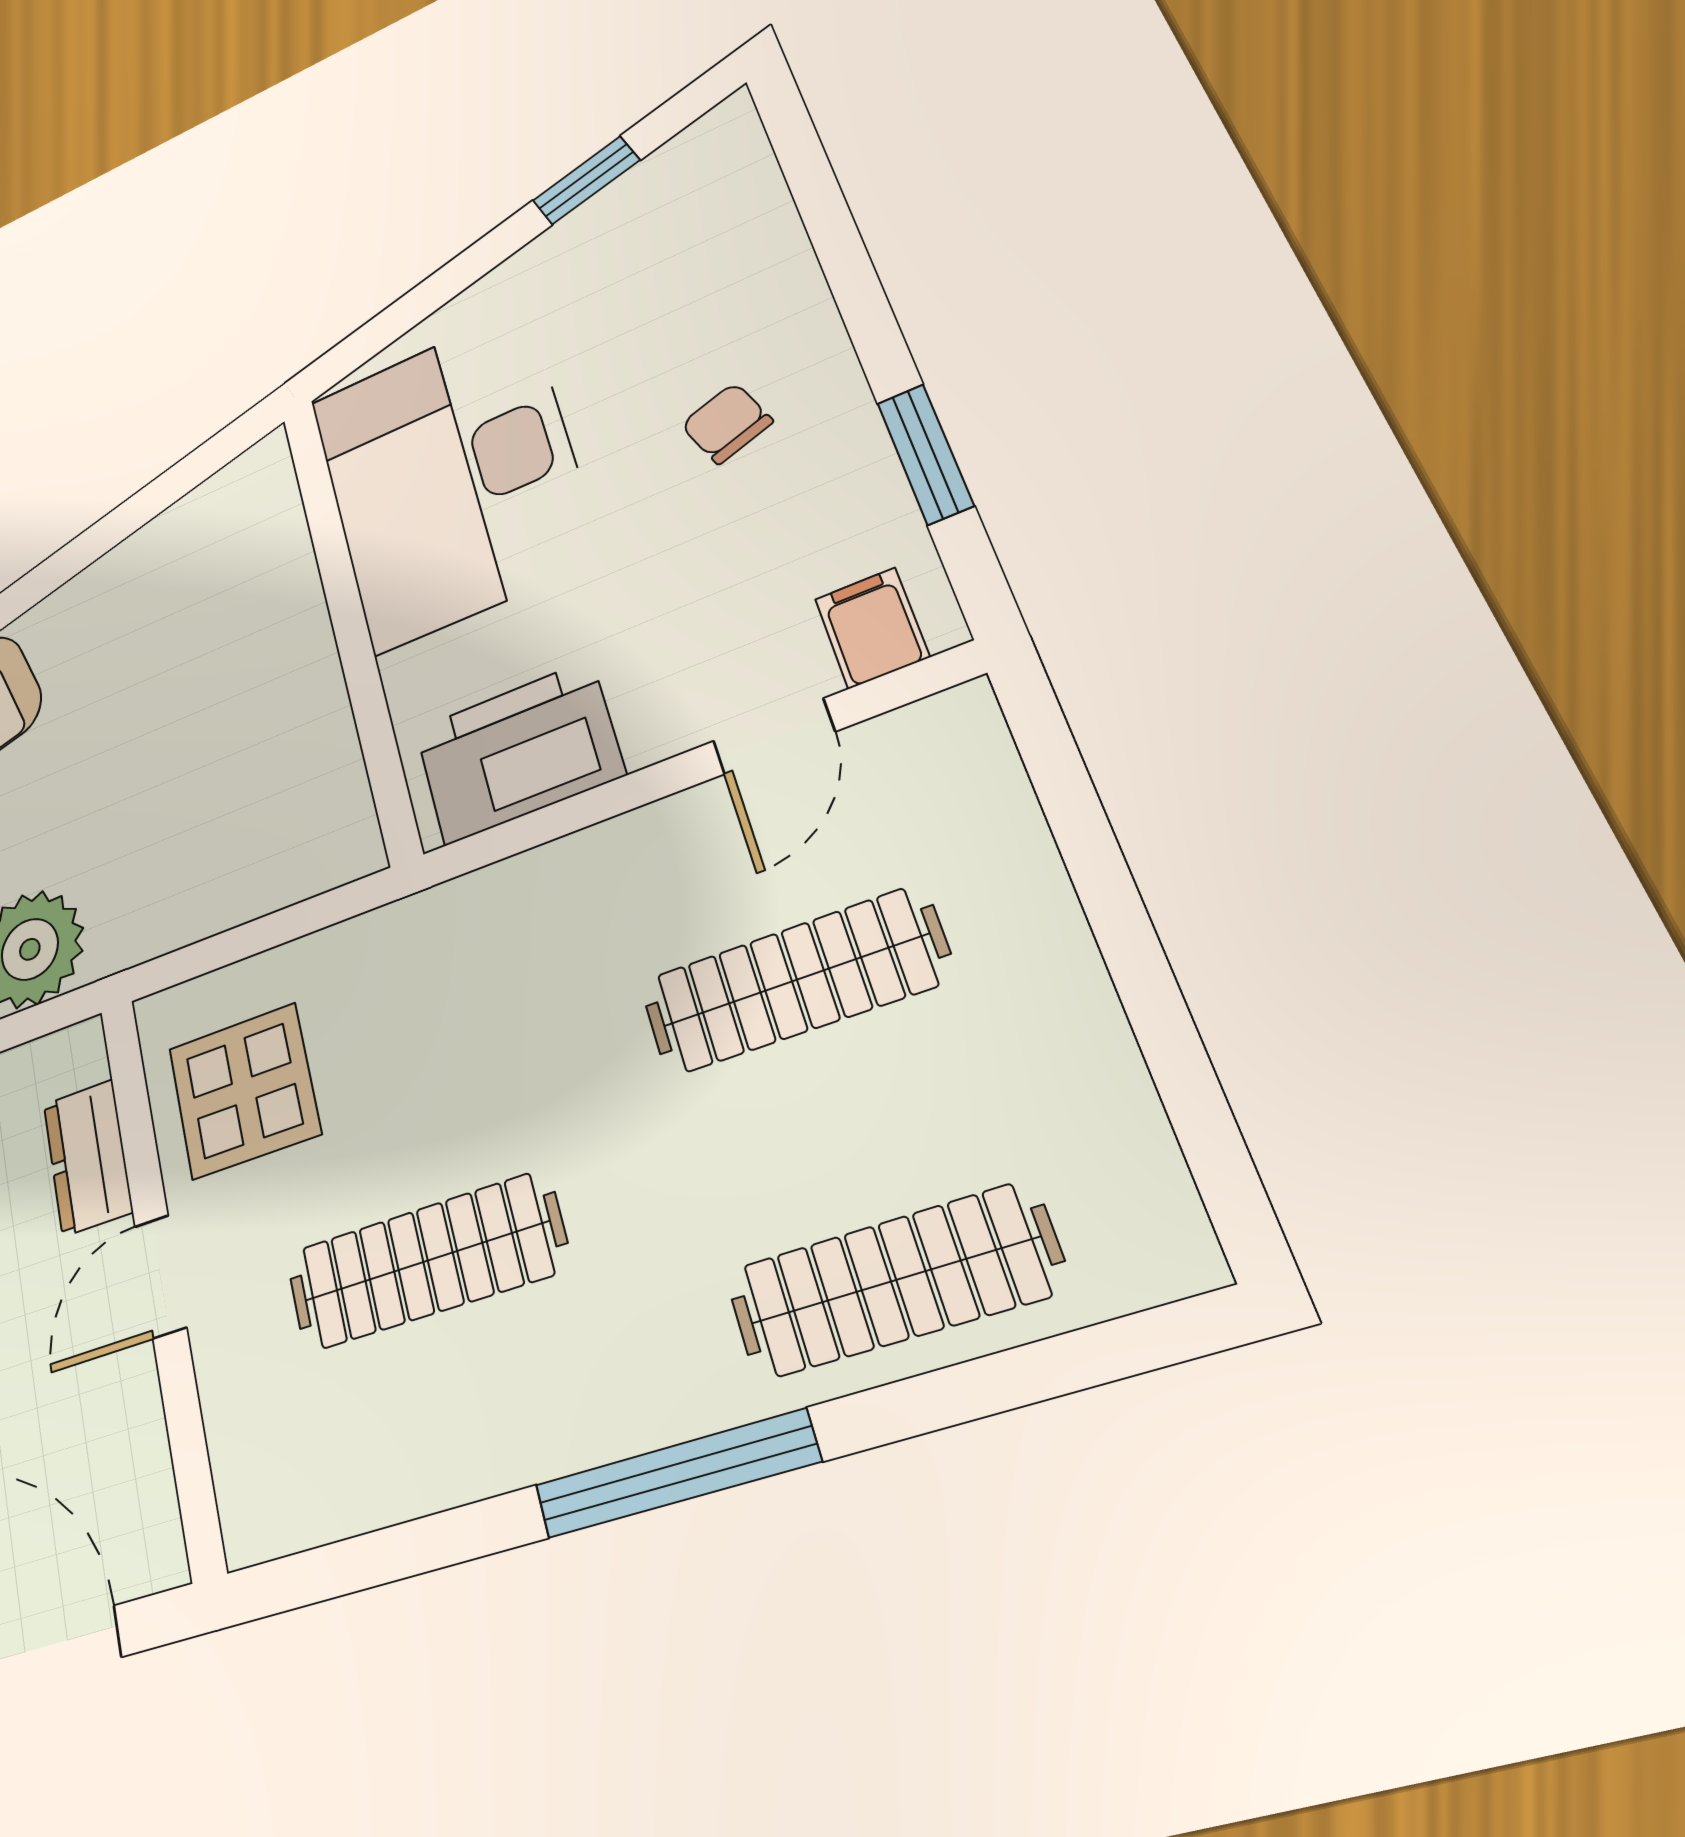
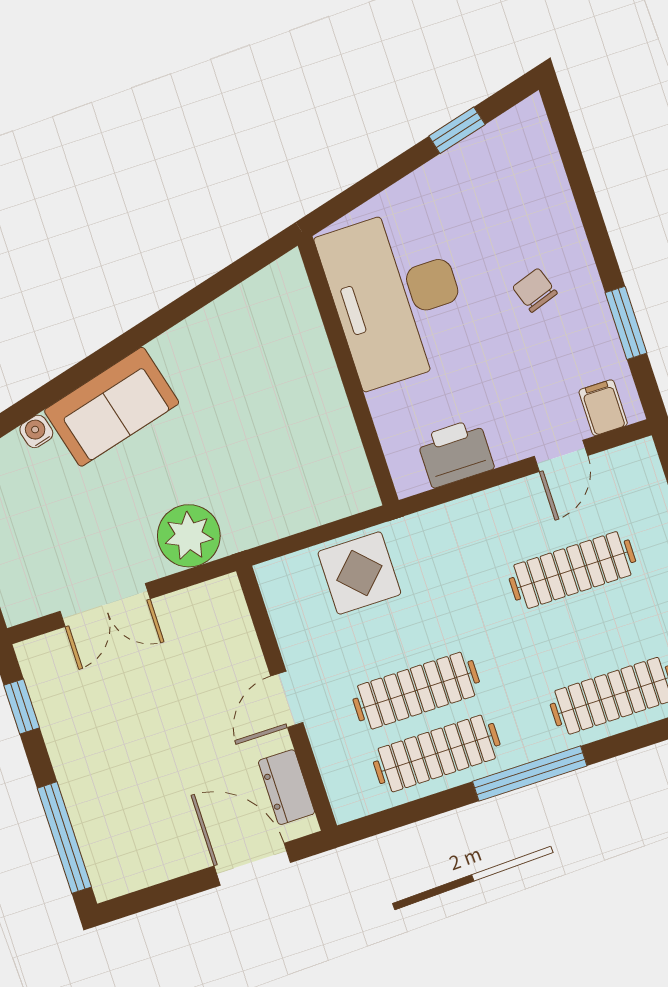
printer: (518, 752) -> (455, 453), width x0.73, depth x0.84
display table: (244, 1091) -> (359, 573), moved
dresser: (88, 1157) -> (286, 787), moved
clothes rail: (459, 1412) -> (437, 753), added

